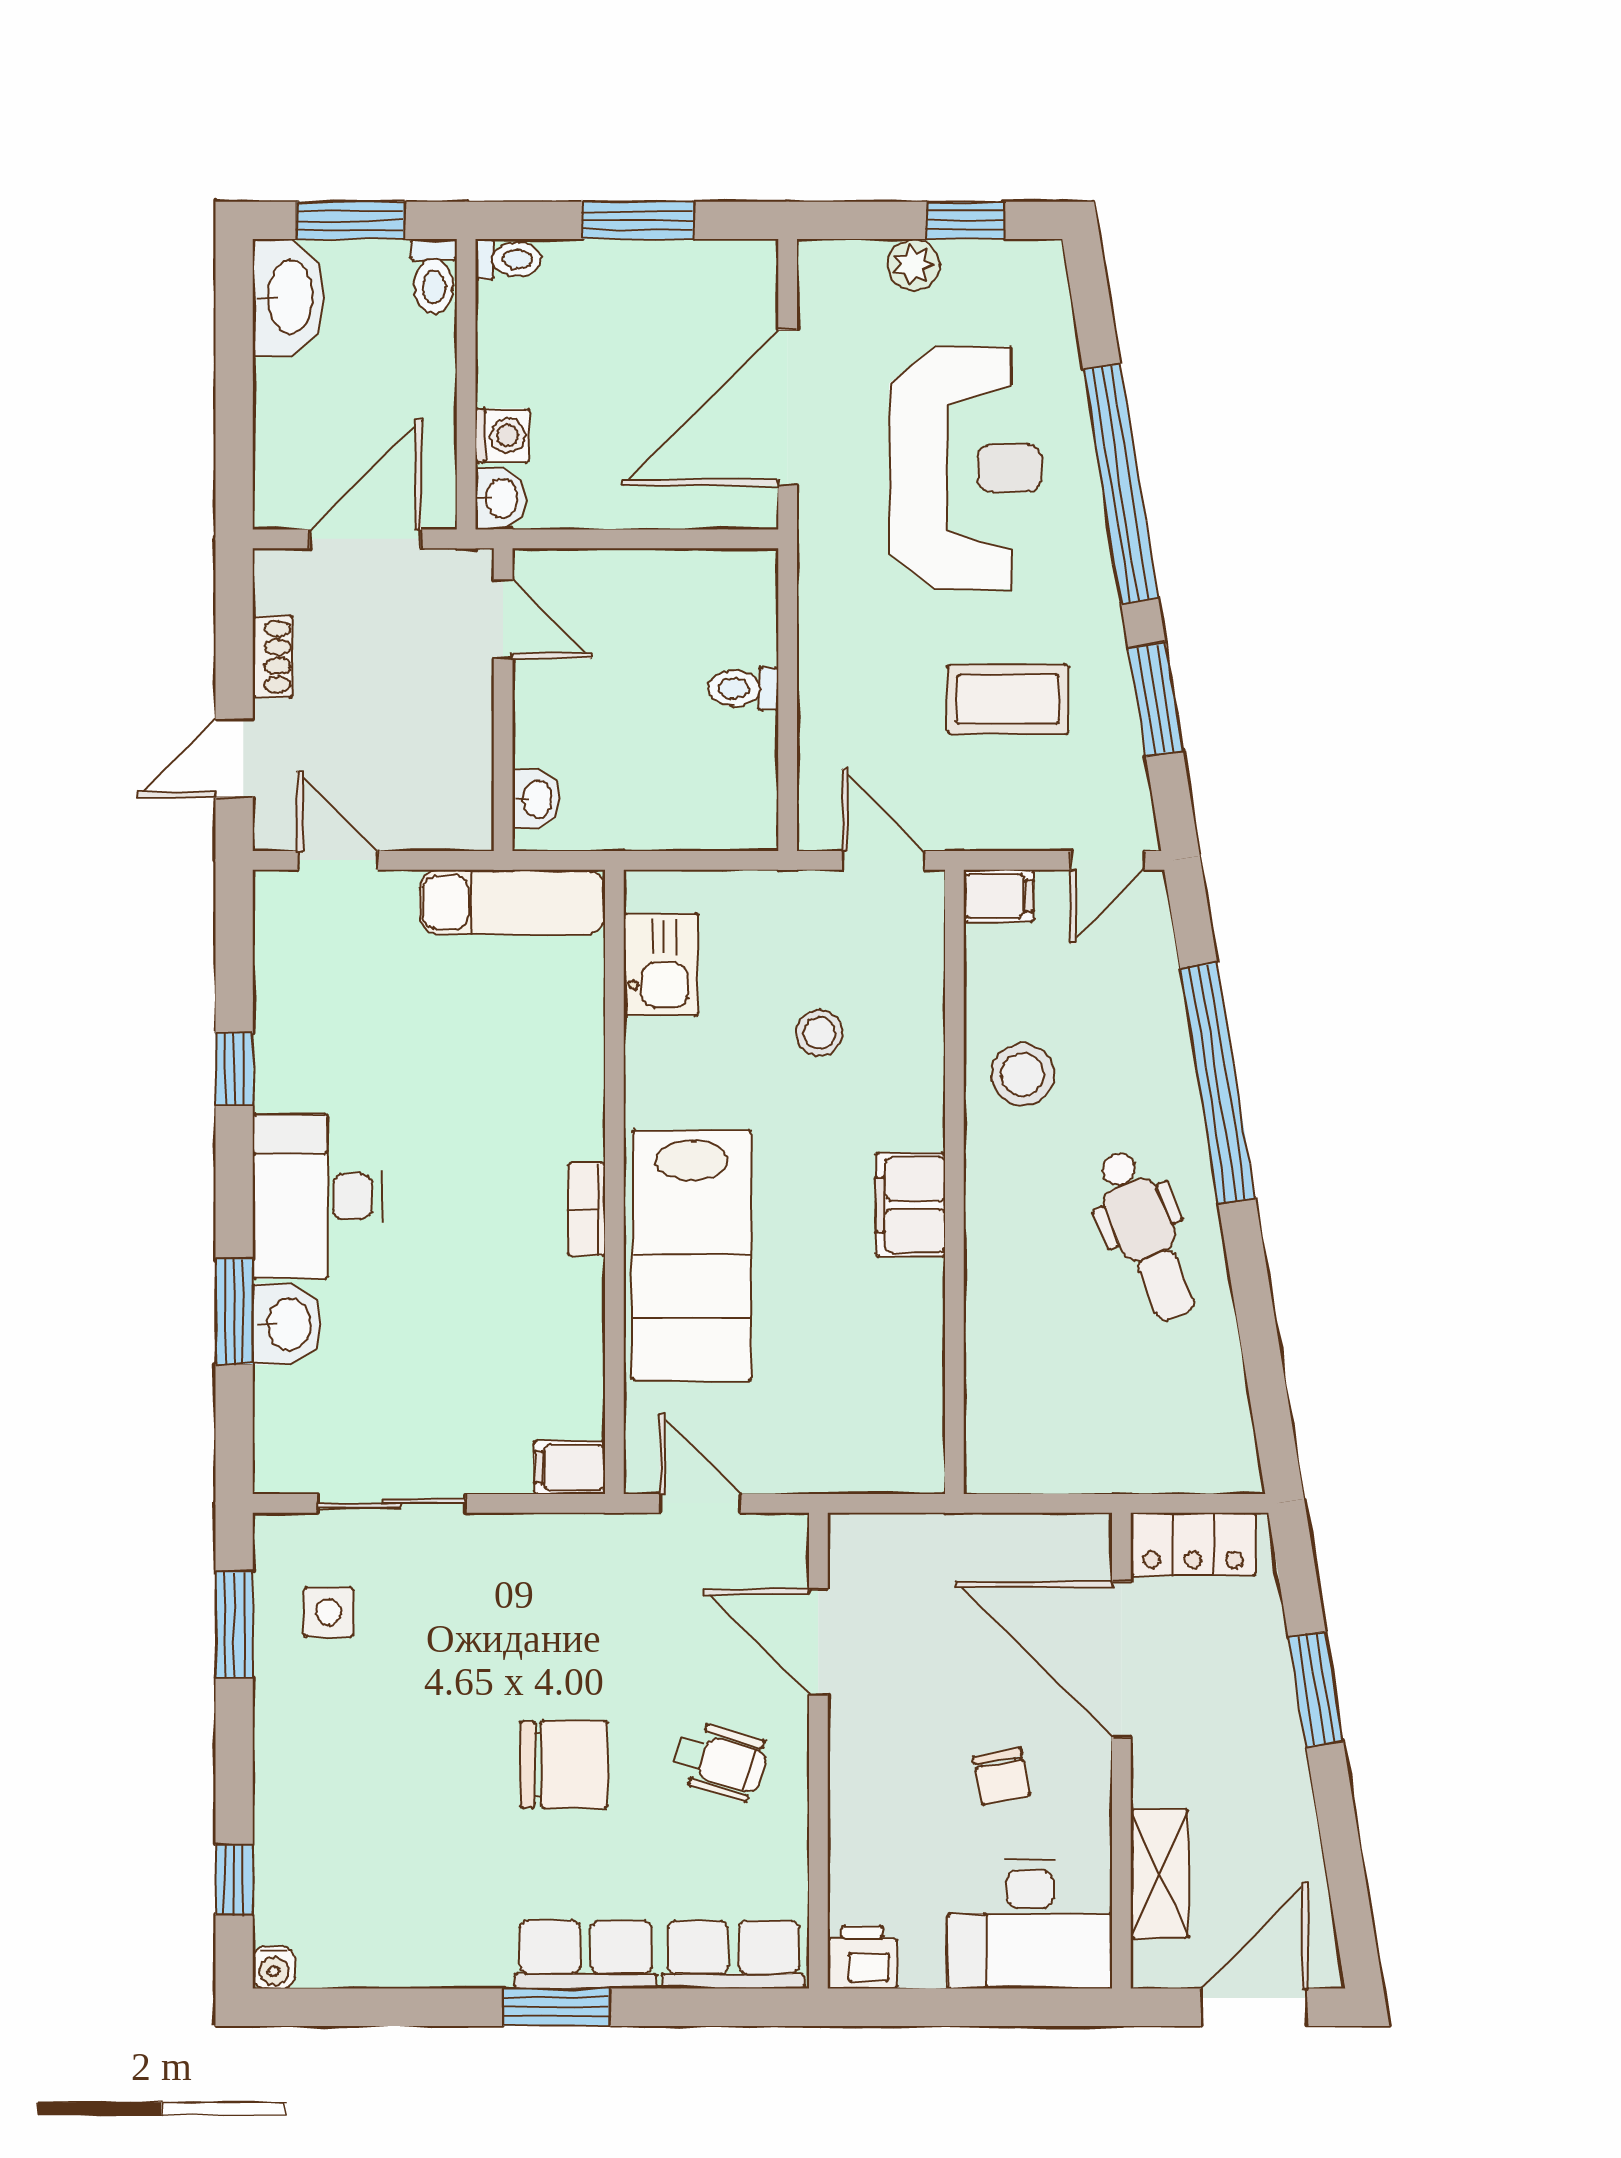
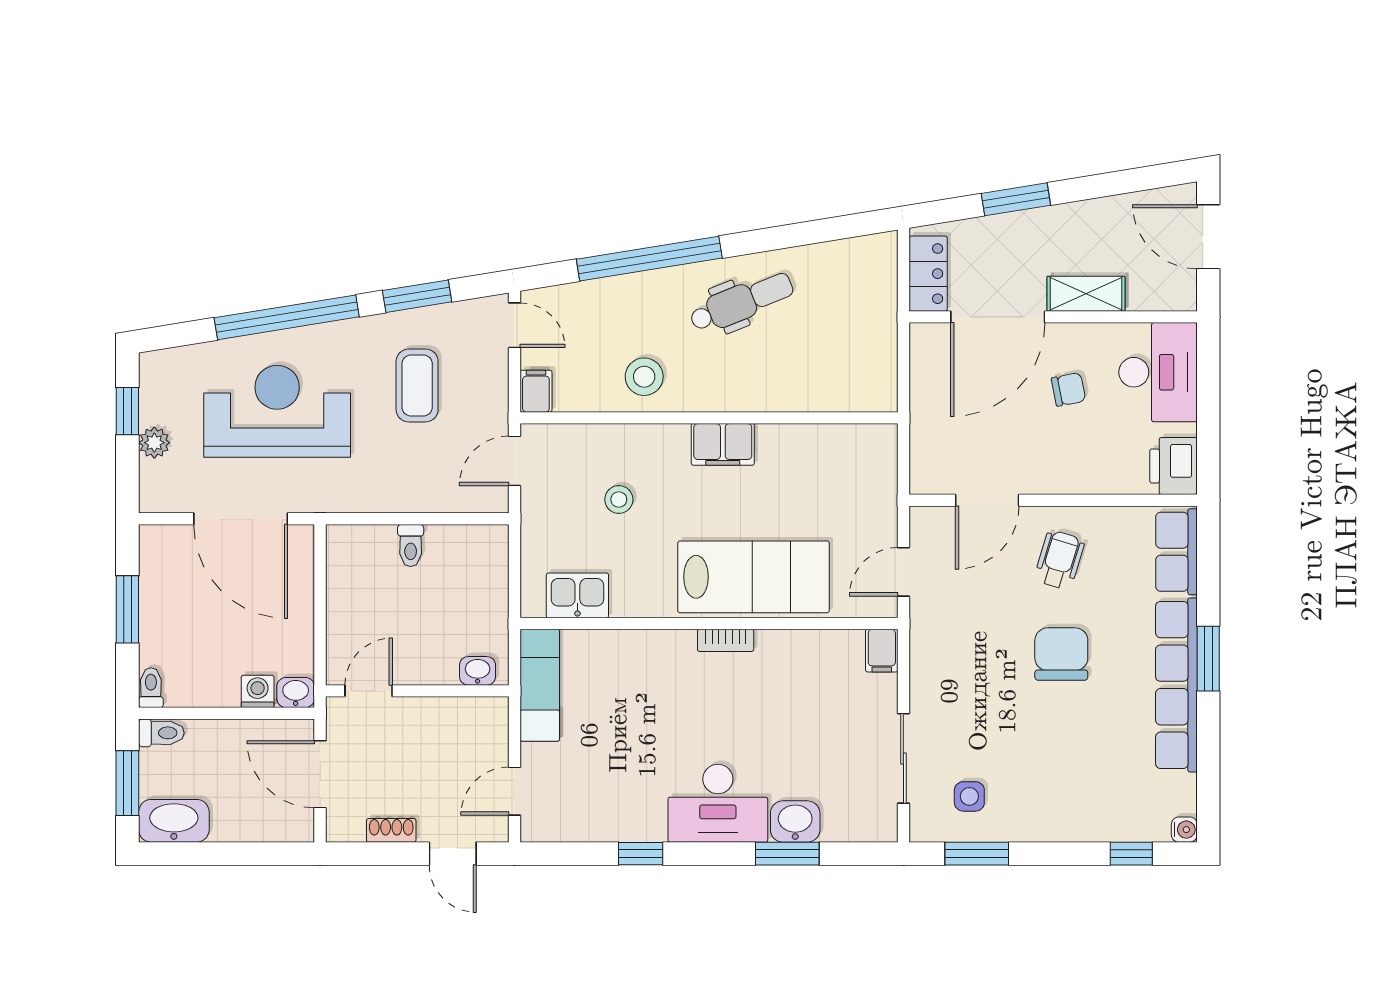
shelving: (1160, 1874) -> (1086, 294), moved
row of seats: (586, 1955) -> (1176, 685), width x2.02
printer: (862, 1957) -> (1173, 466), width x1.36, depth x1.24

